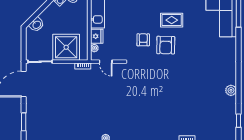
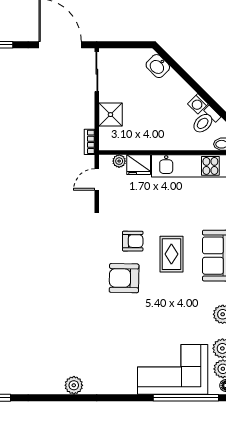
rug: (172, 20) -> (171, 254), moved
shower: (66, 47) -> (110, 115), width x0.54, depth x0.54
plant: (231, 90) -> (74, 385), moved

